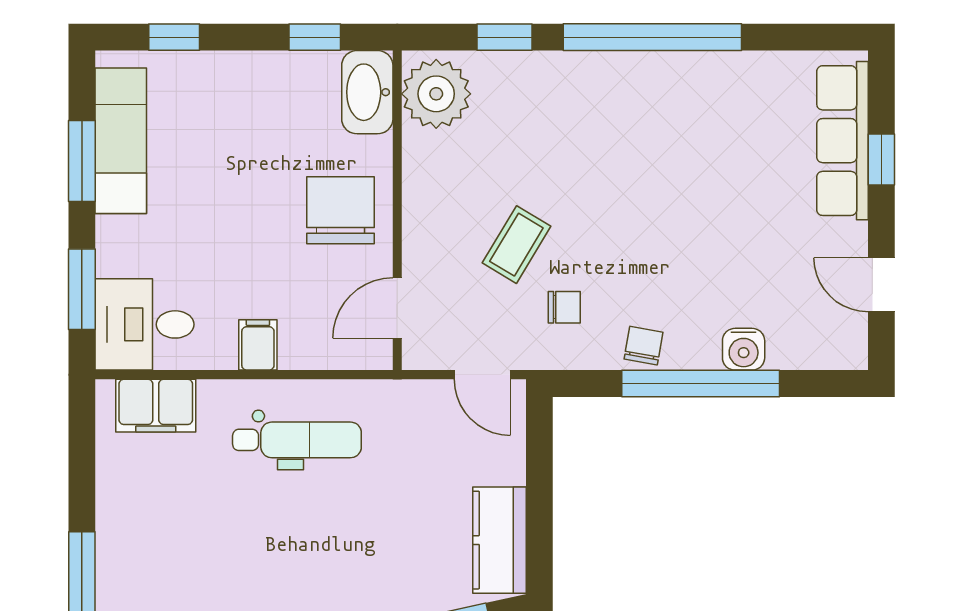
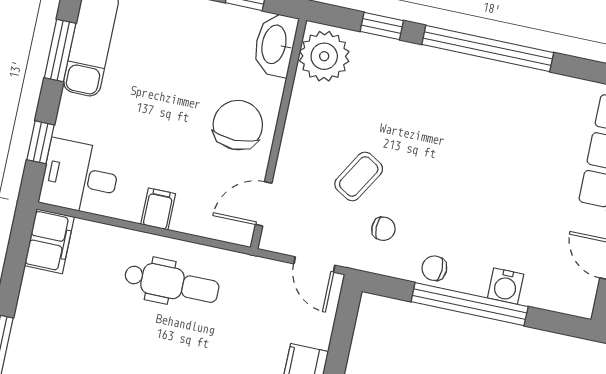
window: (82, 289) -> (41, 142), width x0.67
chair: (644, 346) -> (434, 268), turned -99
filing cabinet: (156, 406) -> (49, 241), moved, turned -90

